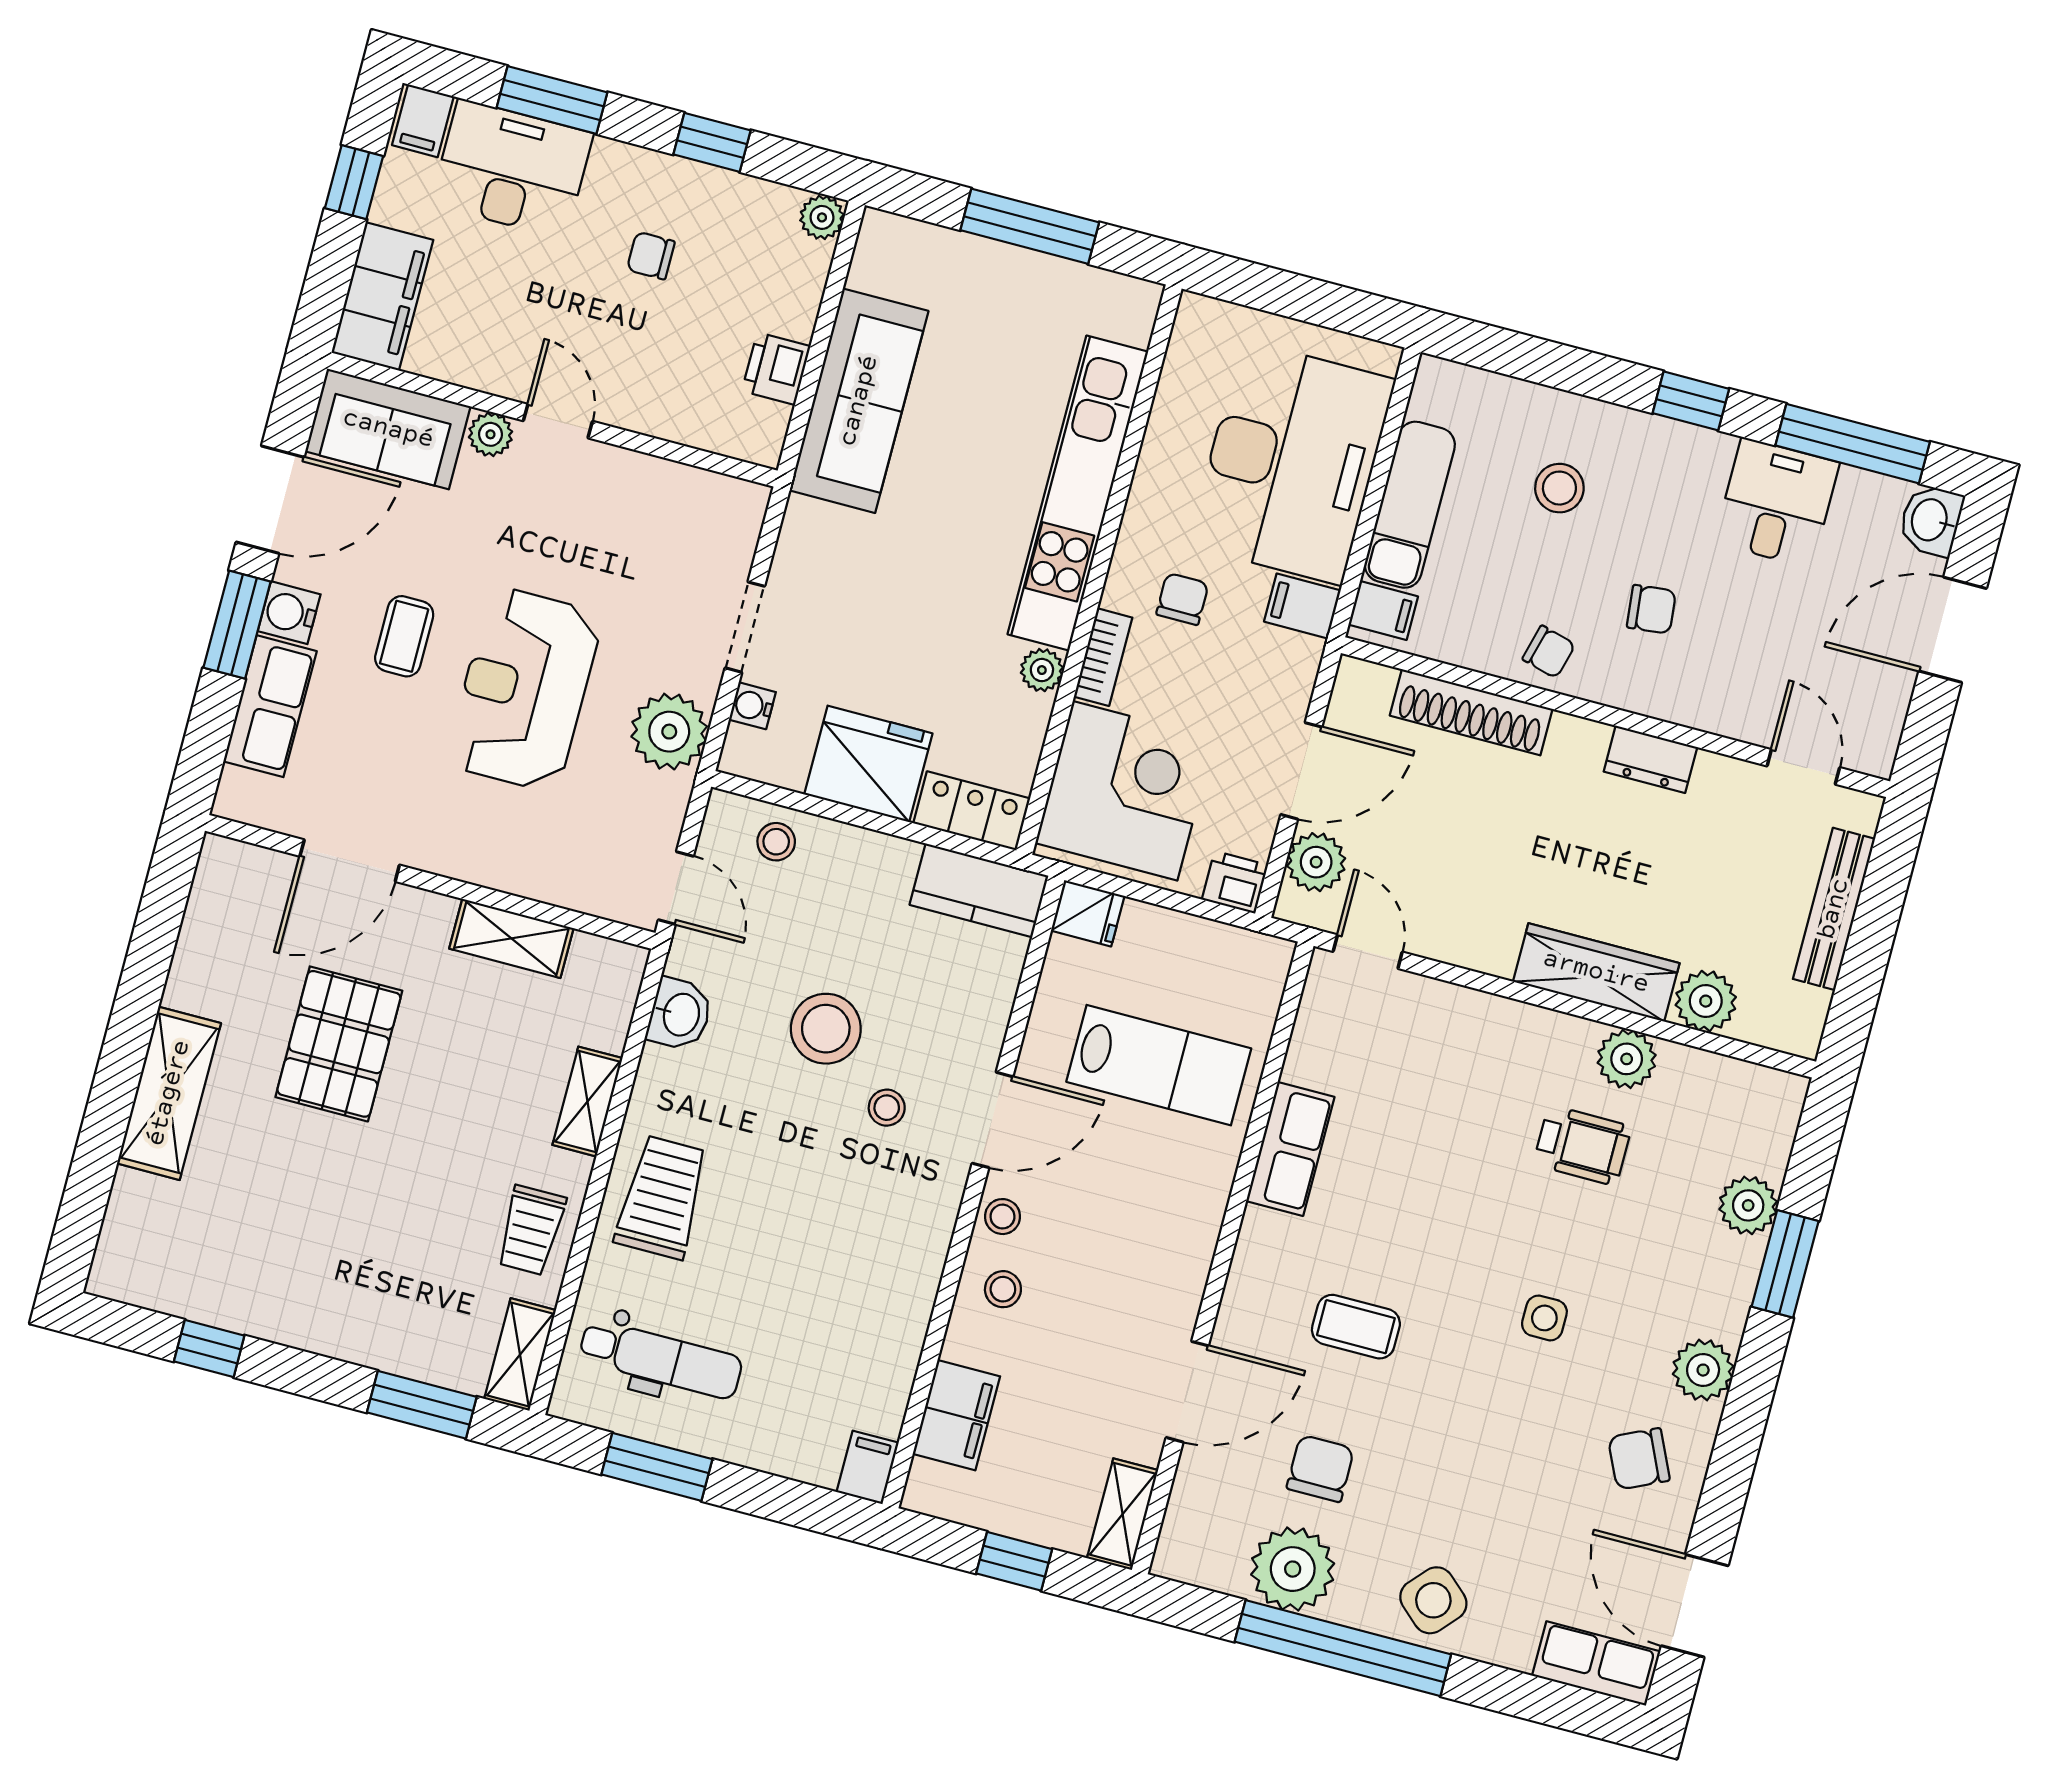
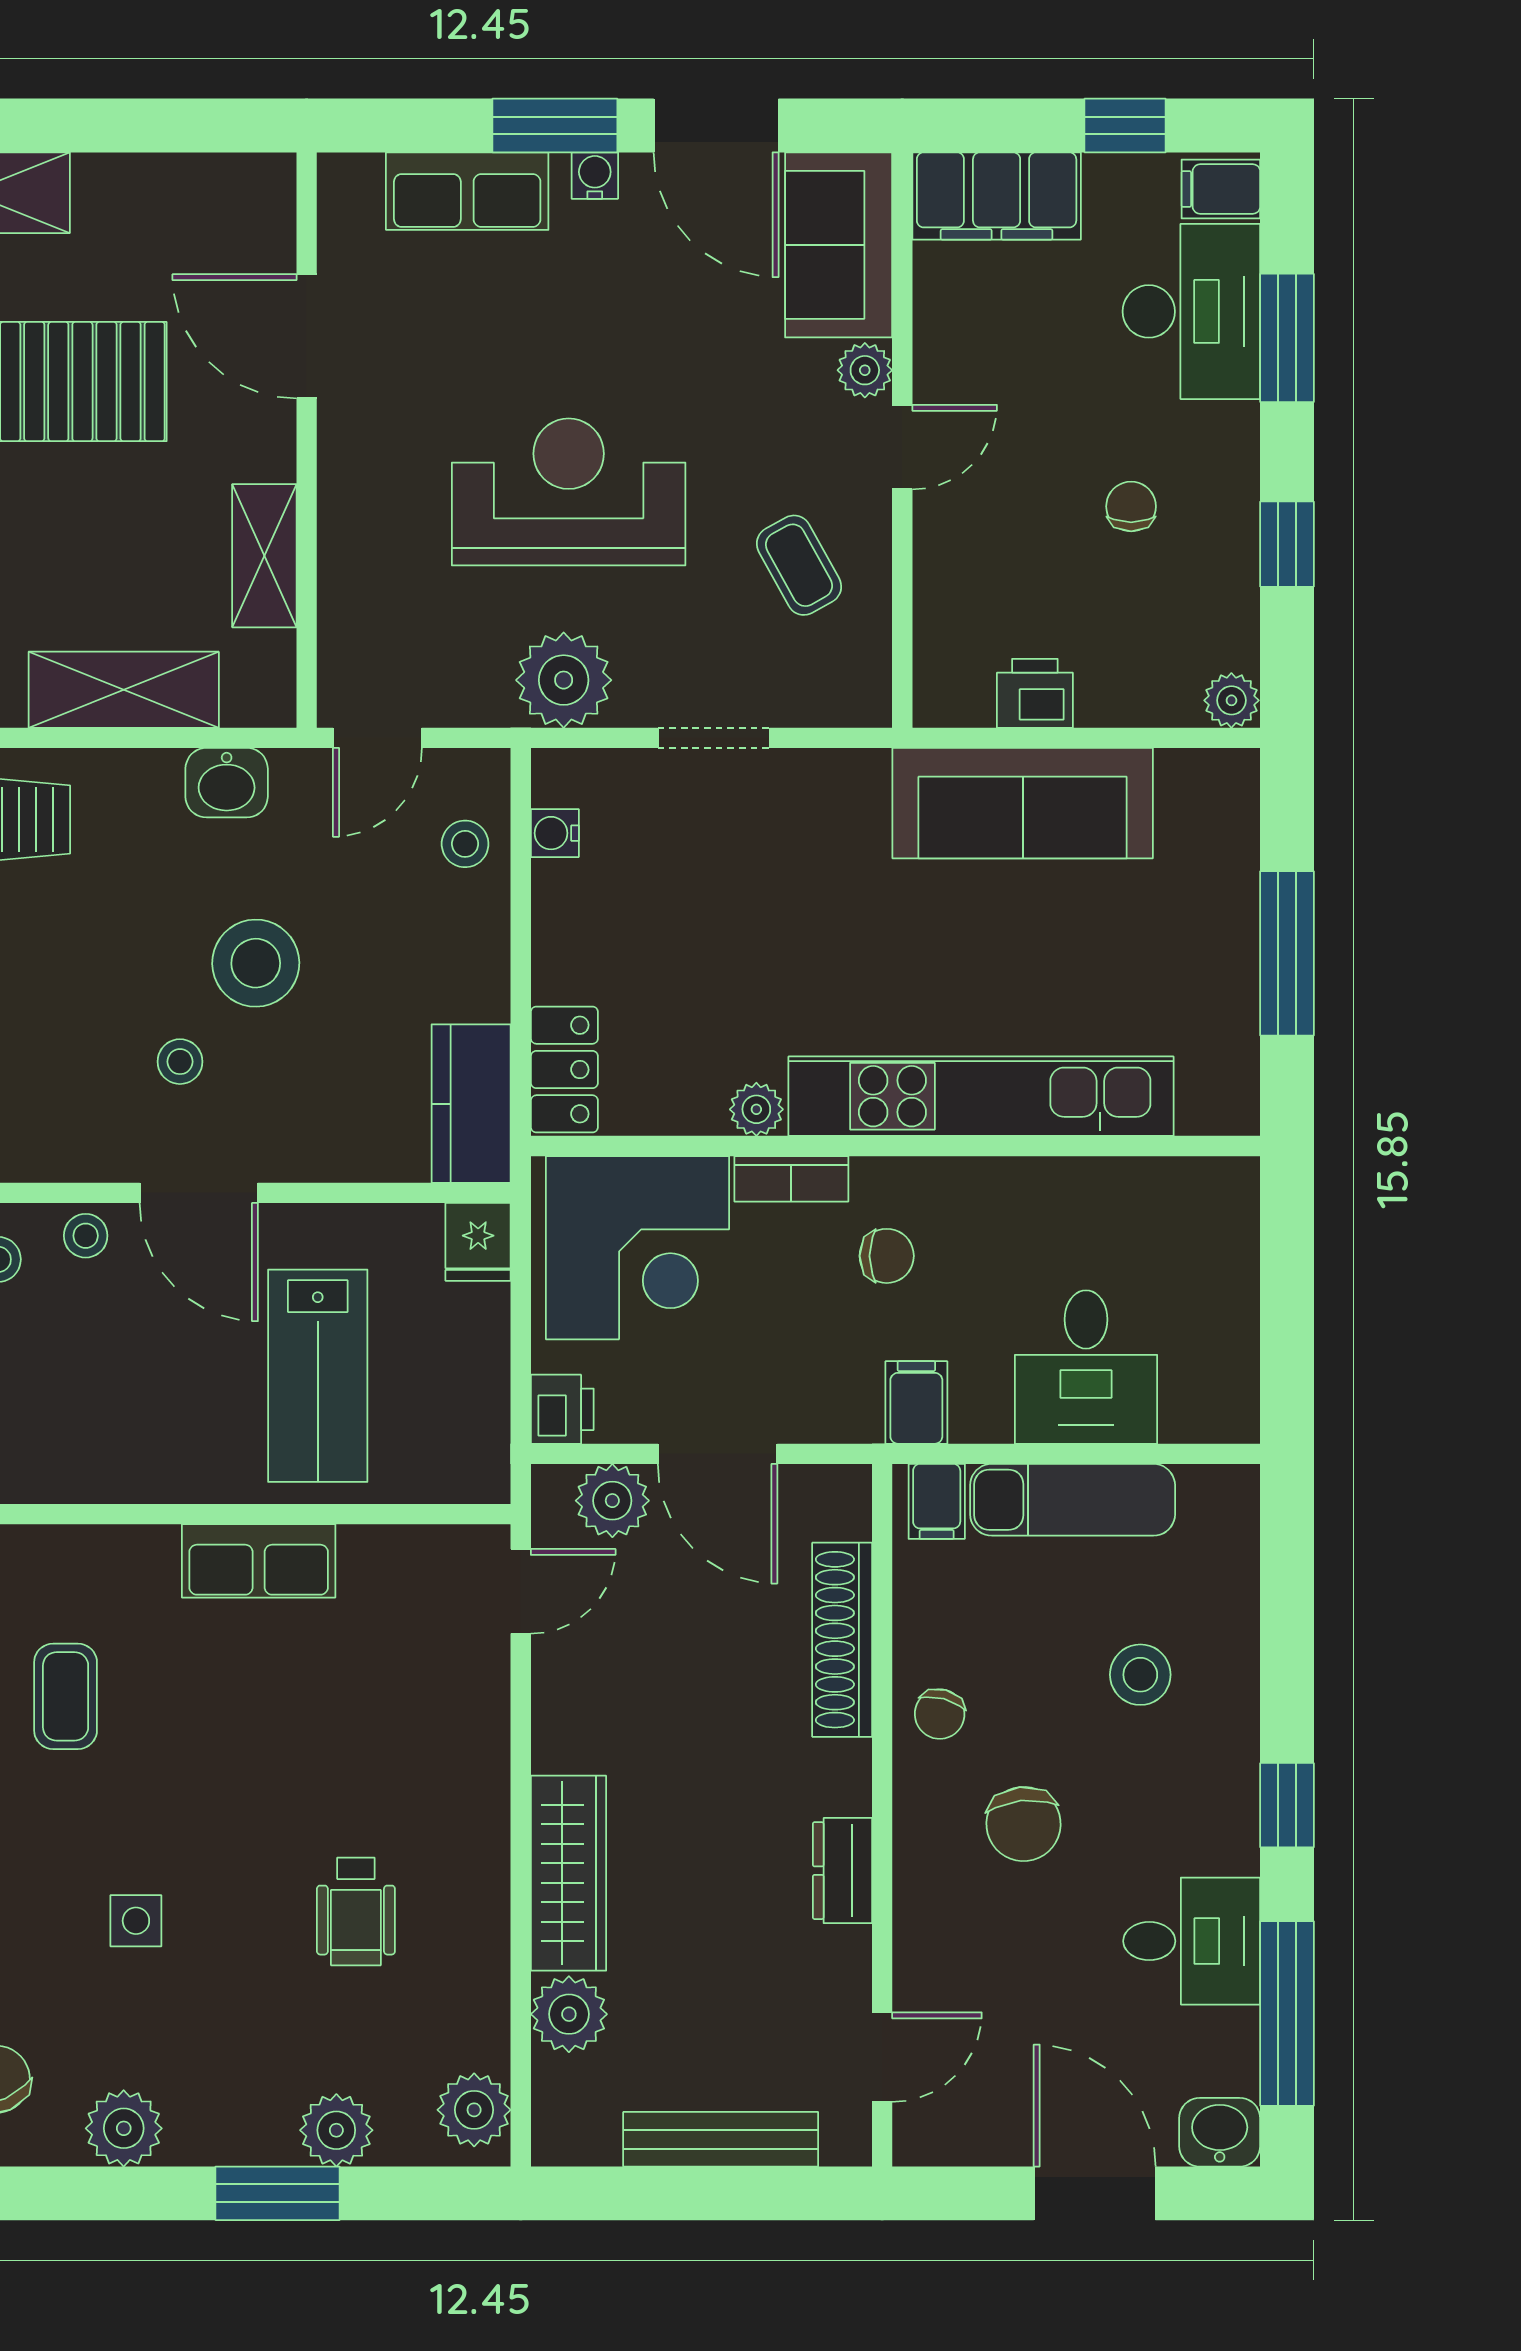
desk: (1292, 462) -> (1086, 1367), width x0.53, depth x0.77
chair: (1651, 609) -> (1024, 1824), width x1.37, depth x1.37
water cooler: (289, 613) -> (595, 176), width x0.72, depth x0.72
coffee table: (404, 636) -> (799, 565), moved, turned 61
water cooler: (752, 706) -> (555, 833), moved, turned -90
fridge: (868, 764) -> (588, 930), removed
plant: (1627, 1059) -> (474, 2110), moved
shelving: (587, 1102) -> (124, 690), width x1.50, depth x1.33

